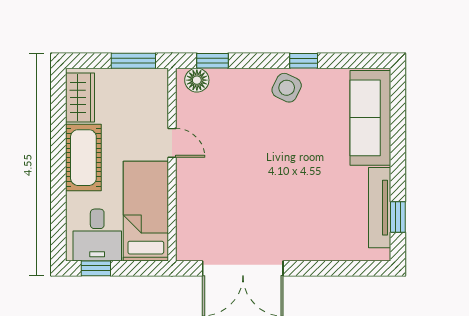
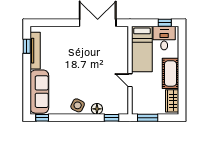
window: (304, 61) -> (42, 118), moved
floor lamp: (197, 80) -> (97, 109), moved

